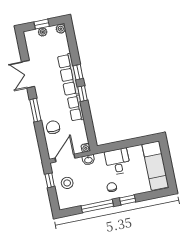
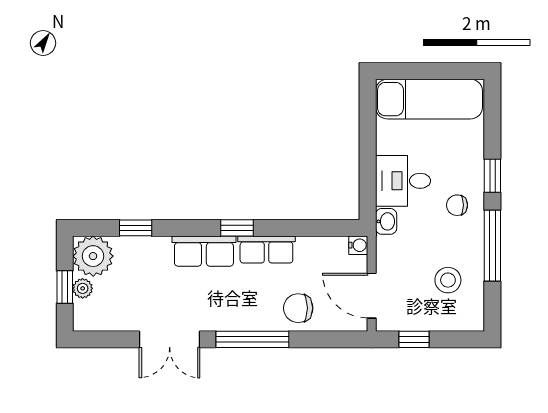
plant: (61, 29) -> (93, 256), width x1.87, depth x1.87
window: (78, 72) -> (136, 228), moved
row of seats: (68, 75) -> (204, 251), width x0.68
window: (35, 110) -> (252, 339), width x1.44
washbasin: (88, 160) -> (386, 221), moved
stool: (67, 183) -> (448, 280), moved

